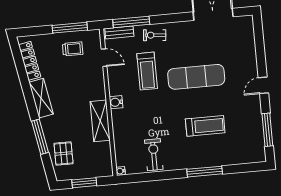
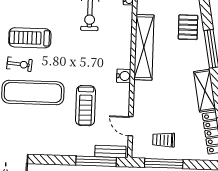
exercise bike: (155, 35) -> (19, 64), moved
treadmill: (147, 71) -> (86, 106), turned 180
shelving: (100, 121) -> (144, 47), width x1.47

